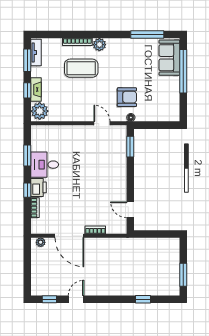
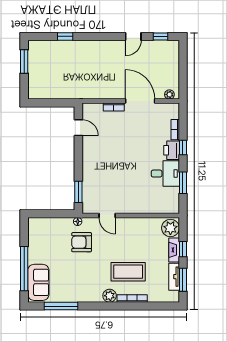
tv unit: (36, 52) -> (174, 277), moved

